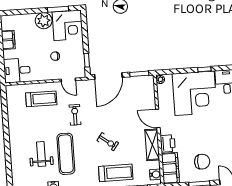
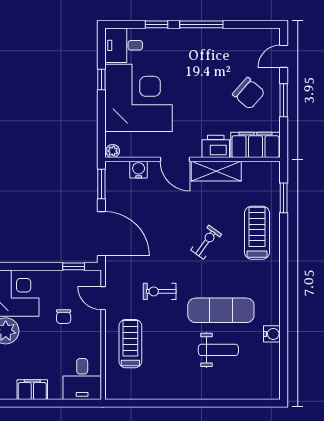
door: (68, 80) -> (103, 298), swing flipped
door: (158, 119) -> (175, 159), hinge flipped
weight bench: (41, 154) -> (218, 350), turned 180
chair: (202, 162) -> (249, 93), turned 131
water cooler: (155, 174) -> (139, 170), moved

